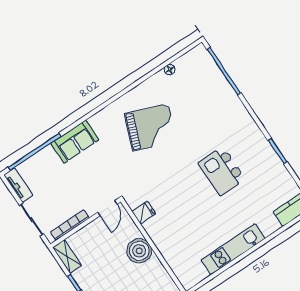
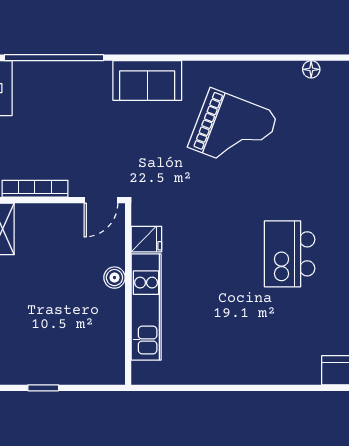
sofa: (75, 142) -> (147, 81), moved
kitchen unit: (233, 249) -> (146, 307), moved, turned 90
boiler: (139, 251) -> (114, 278), width x0.54, depth x0.54

